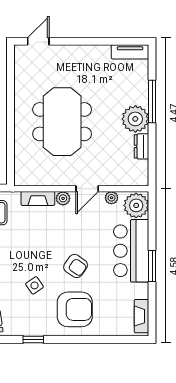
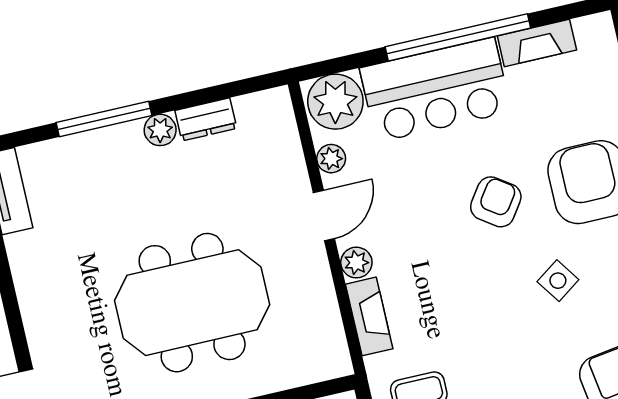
plant: (135, 119) -> (160, 130), width x0.53, depth x0.53
door: (87, 189) -> (324, 215), hinge flipped
window: (152, 266) -> (458, 37), width x2.11
fireplace: (142, 316) -> (537, 43), moved

